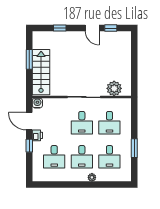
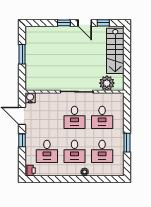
window: (60, 28) -> (64, 23), moved
stairs: (41, 72) -> (115, 51), moved, turned 180
printer: (37, 135) -> (30, 171), moved

